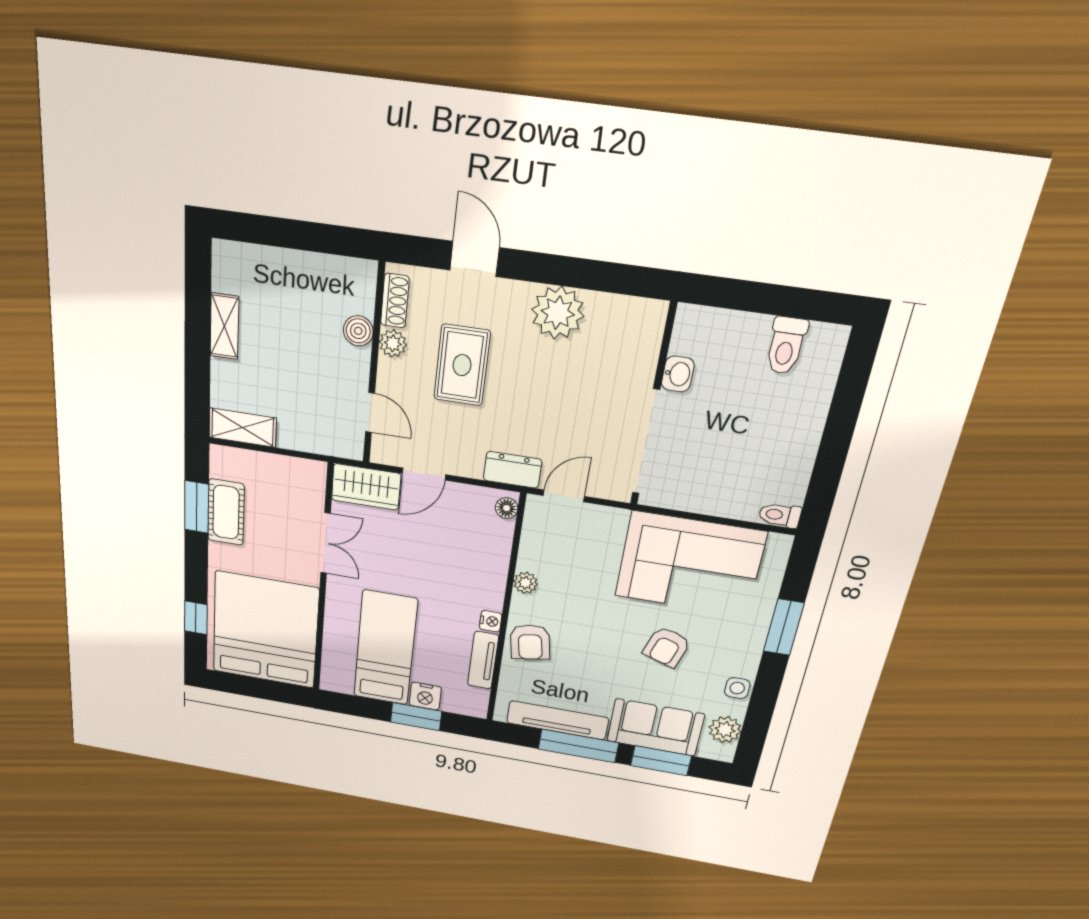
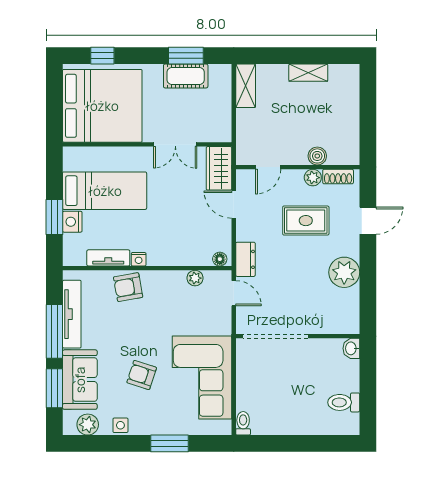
washbasin: (678, 374) -> (351, 348), moved, turned 90
plant: (525, 583) -> (195, 278), moved

